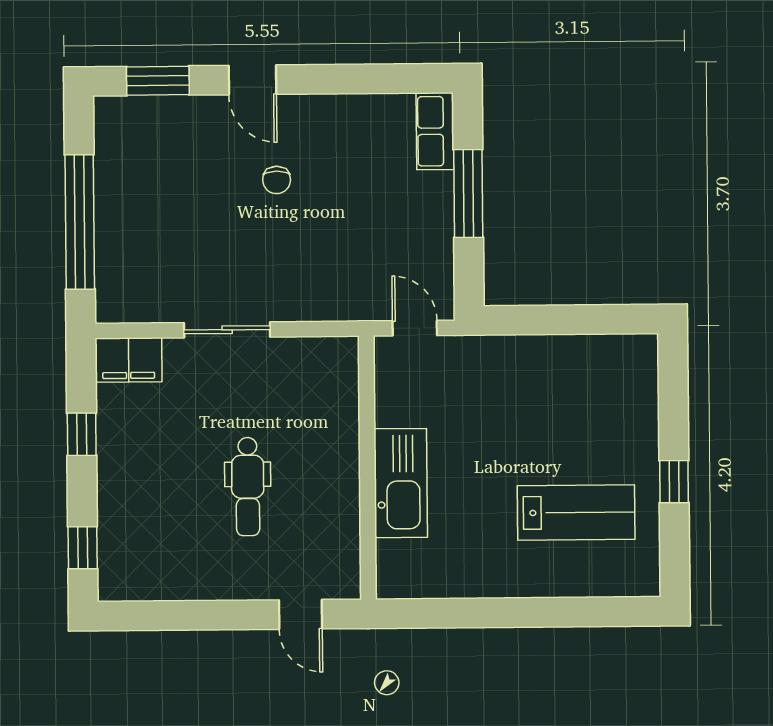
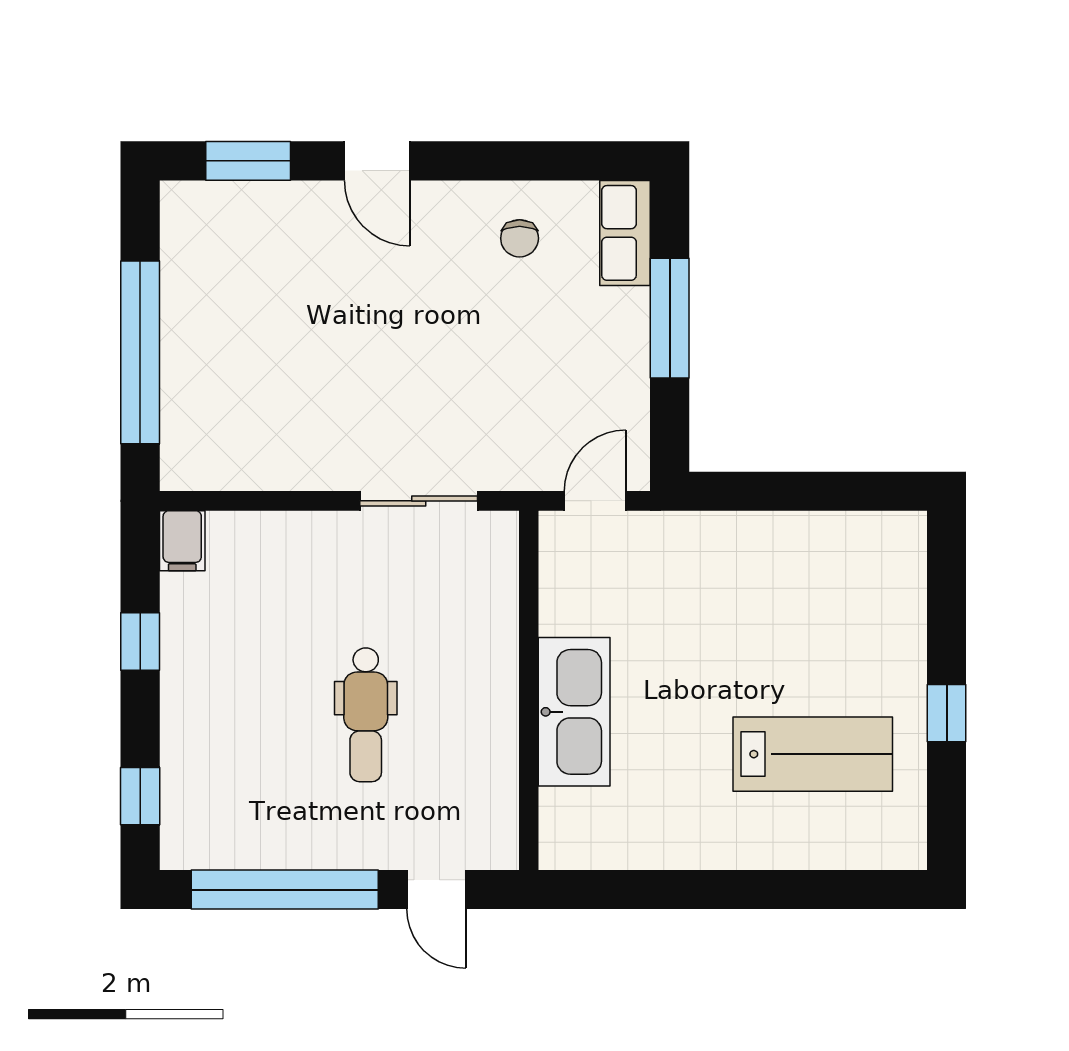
chair: (277, 180) -> (520, 238), moved
door: (415, 328) -> (595, 501), hinge flipped
sliding door: (227, 330) -> (419, 501), moved
filing cabinet: (129, 360) -> (182, 541), width x0.50
window: (189, 615) -> (285, 890), added

